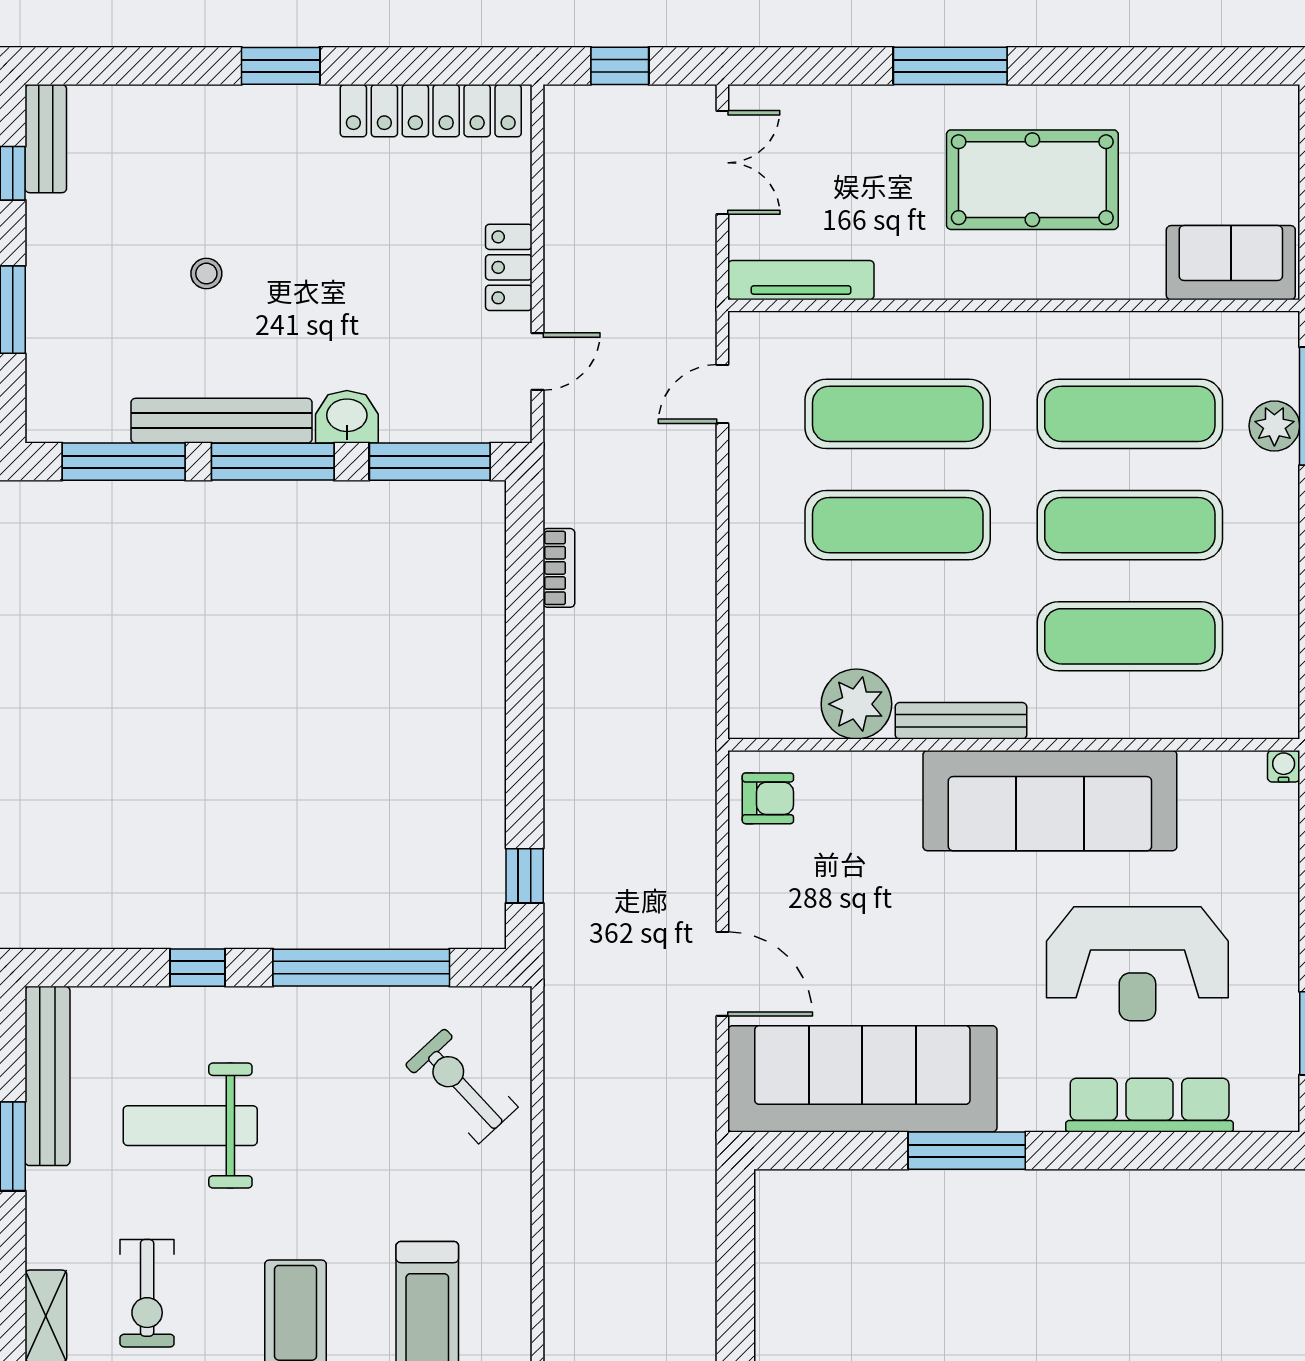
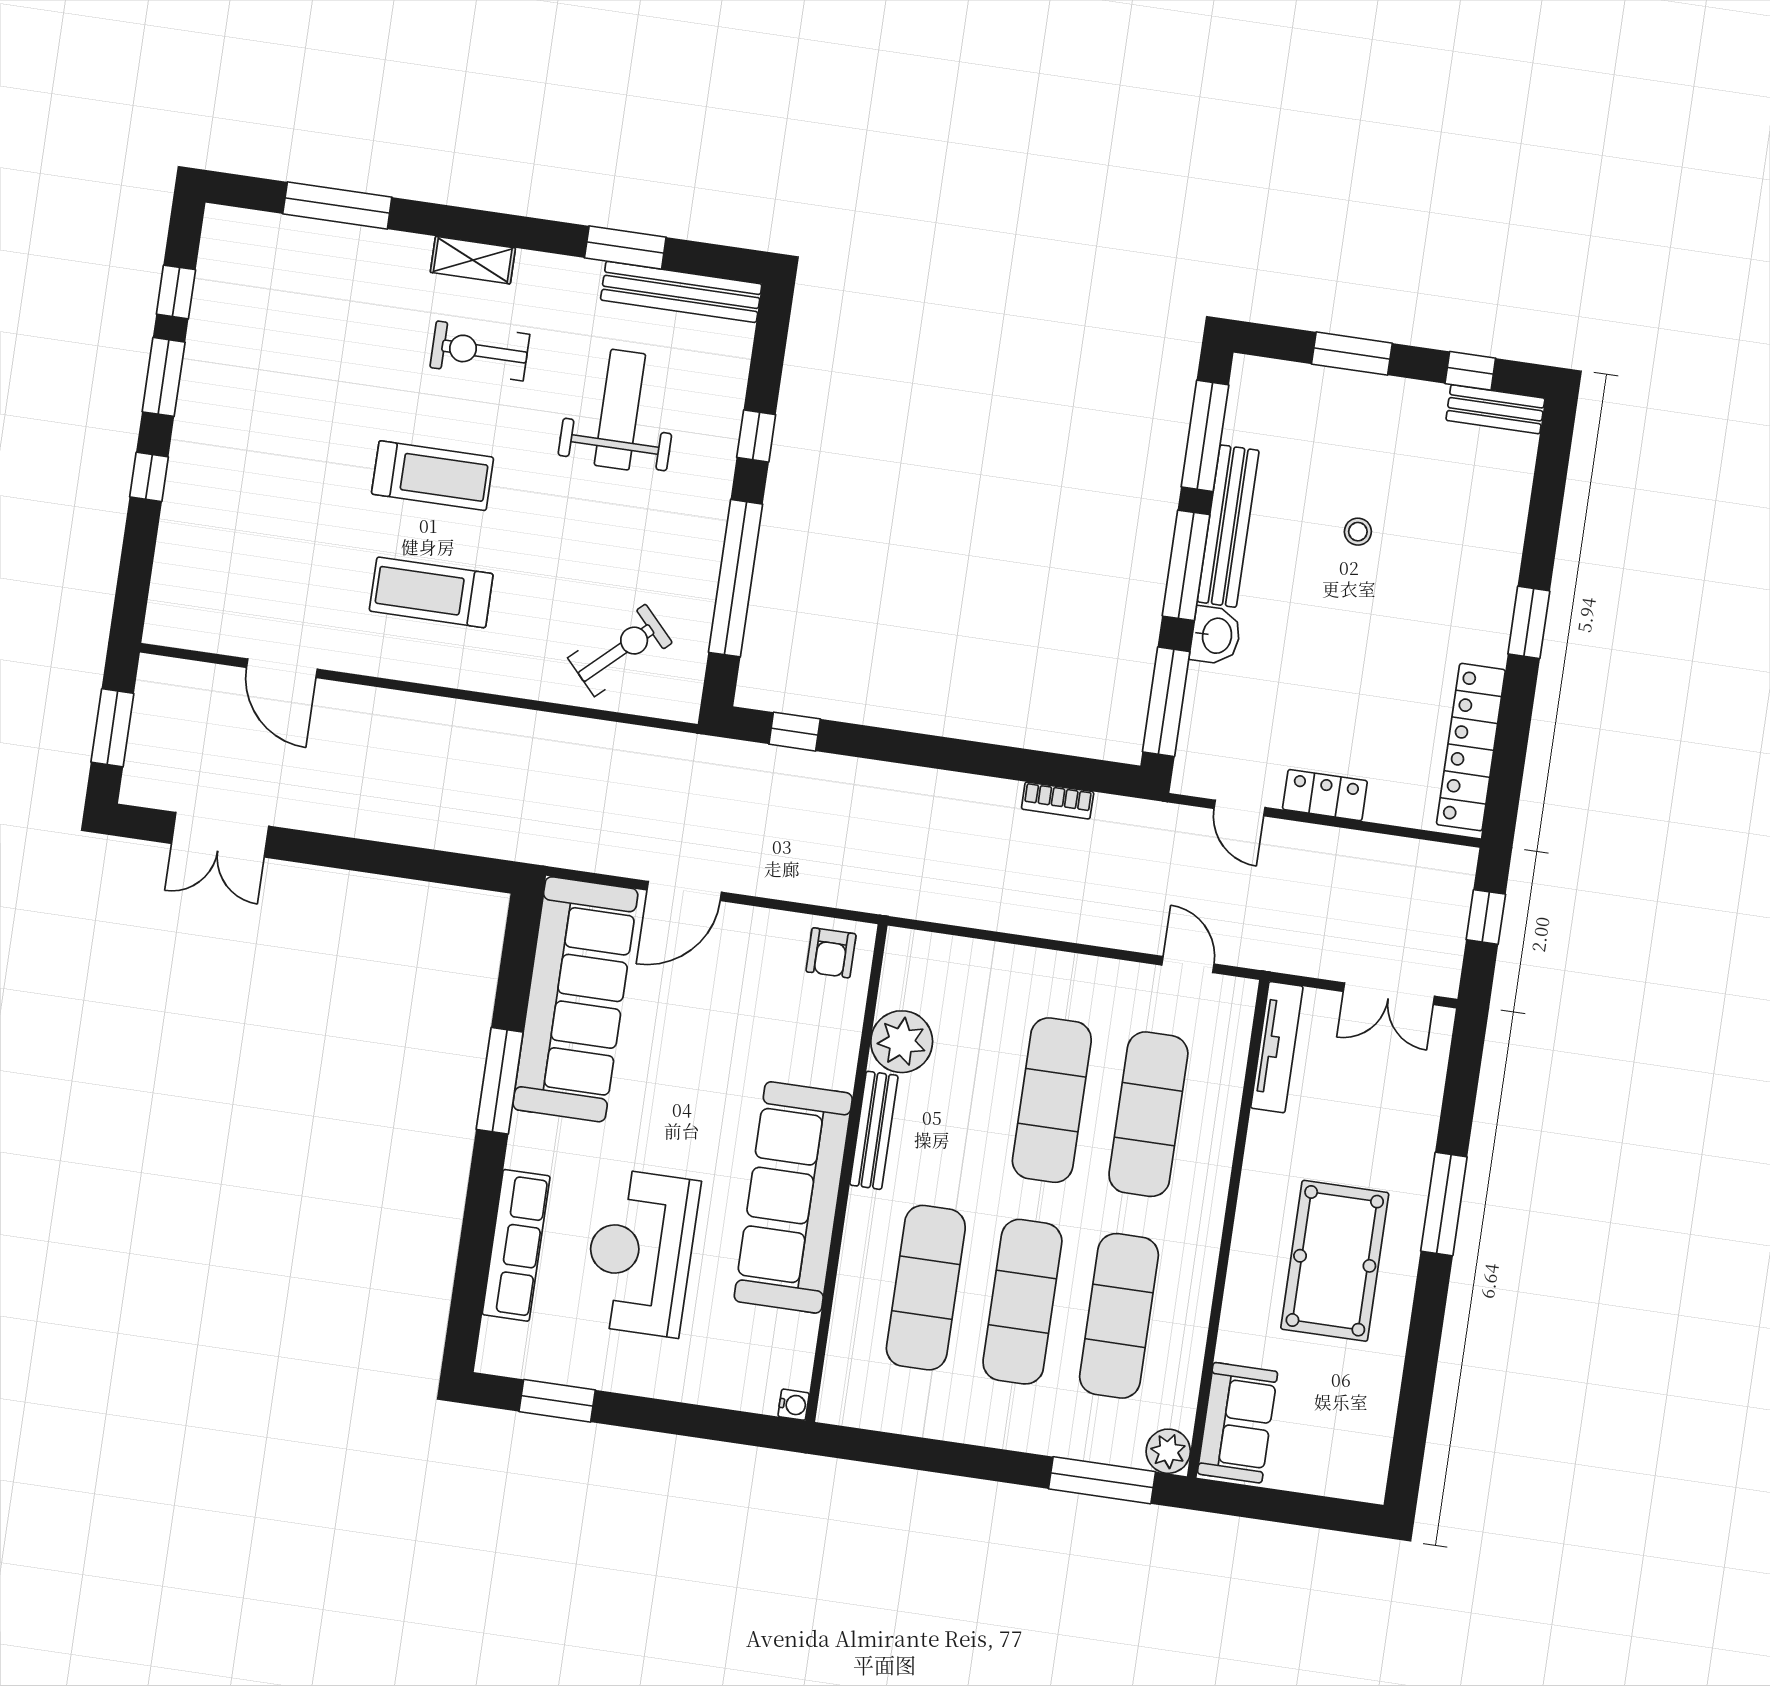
plant: (1274, 426) -> (1168, 1451), moved

